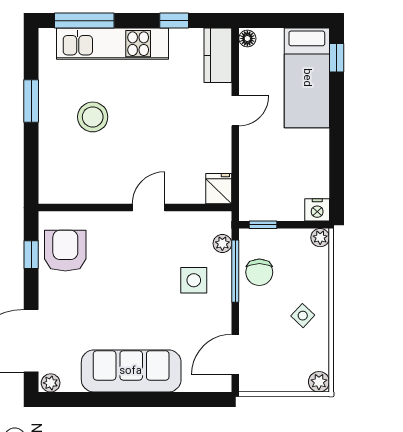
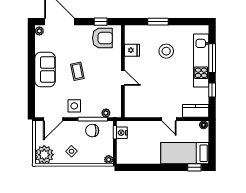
window: (84, 21) -> (212, 58), moved
window: (31, 101) -> (158, 22), moved
fridge: (219, 189) -> (132, 50), moved
nightstand: (317, 210) -> (122, 133), moved
side table: (194, 280) -> (74, 106), moved
coffee table: (135, 303) -> (77, 71), added
door: (235, 354) -> (53, 119), swing flipped
sofa: (131, 371) -> (45, 69), width x0.73
plant: (319, 382) -> (44, 155), width x1.88, depth x1.88

